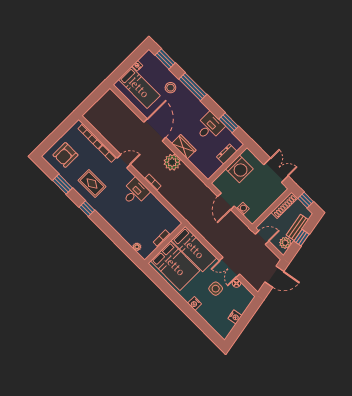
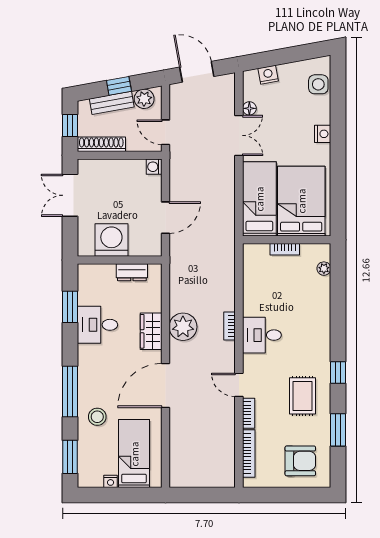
dresser: (227, 154) -> (132, 272), moved
washing machine: (243, 209) -> (154, 167), moved
side table: (216, 289) -> (318, 84), moved
nightstand: (235, 317) -> (268, 75), moved

